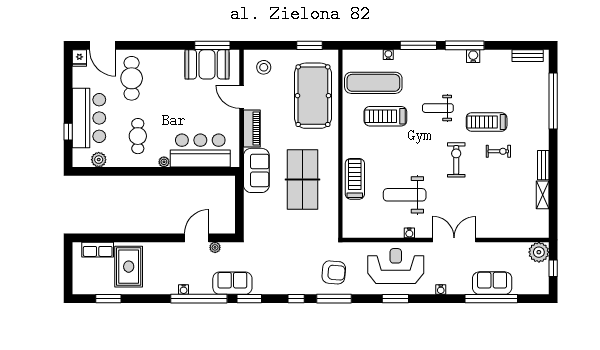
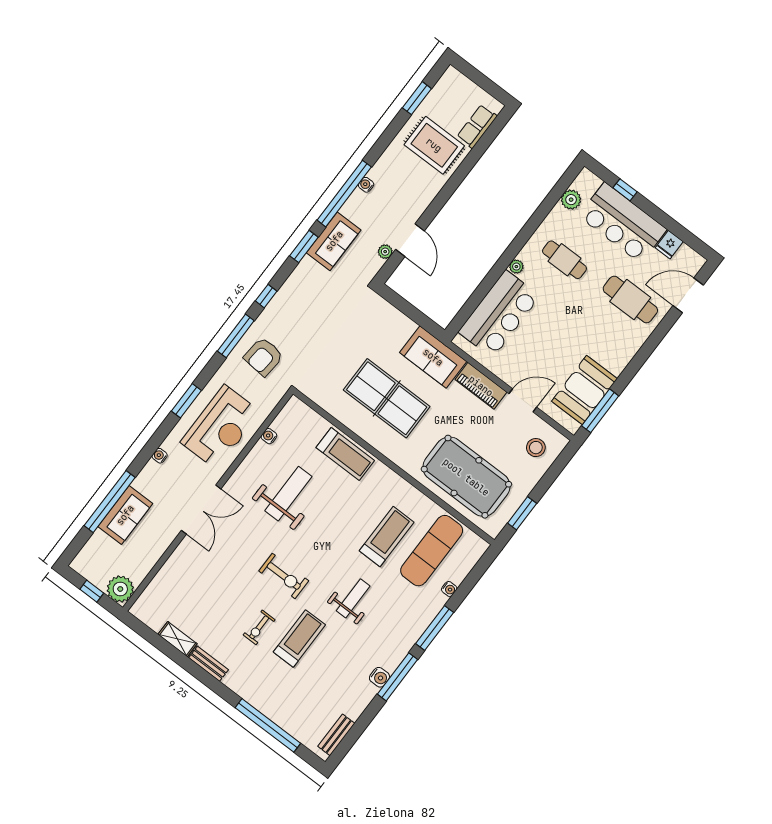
fridge: (79, 58) -> (669, 245), moved, turned -90
water cooler: (409, 233) -> (269, 436), moved

